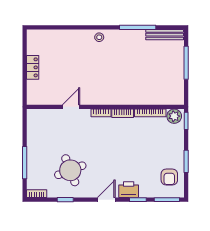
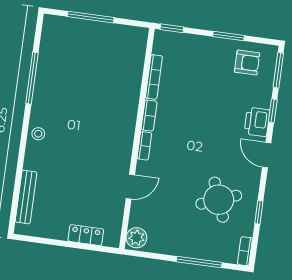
bench: (165, 35) -> (26, 197), moved
locker: (33, 67) -> (86, 235), moved
door: (71, 107) -> (130, 187), swing flipped
plant: (174, 116) -> (136, 238), moved

